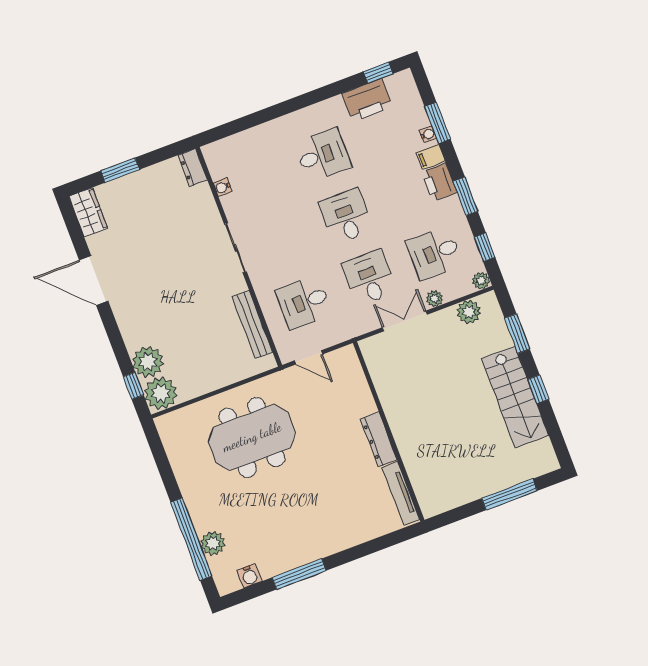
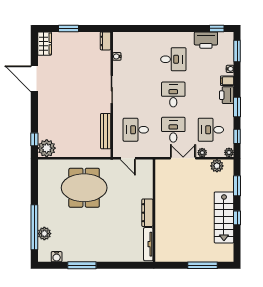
window: (438, 123) -> (237, 51), moved
plant: (148, 362) -> (46, 130), removed

